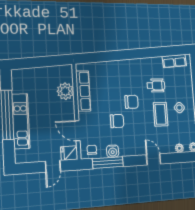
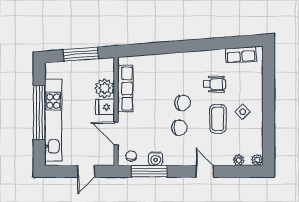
window: (43, 62) -> (81, 54), added
kitchen unit: (21, 121) -> (53, 120), width x1.36
chair: (117, 121) -> (179, 128), moved
fridge: (69, 153) -> (105, 107), moved

